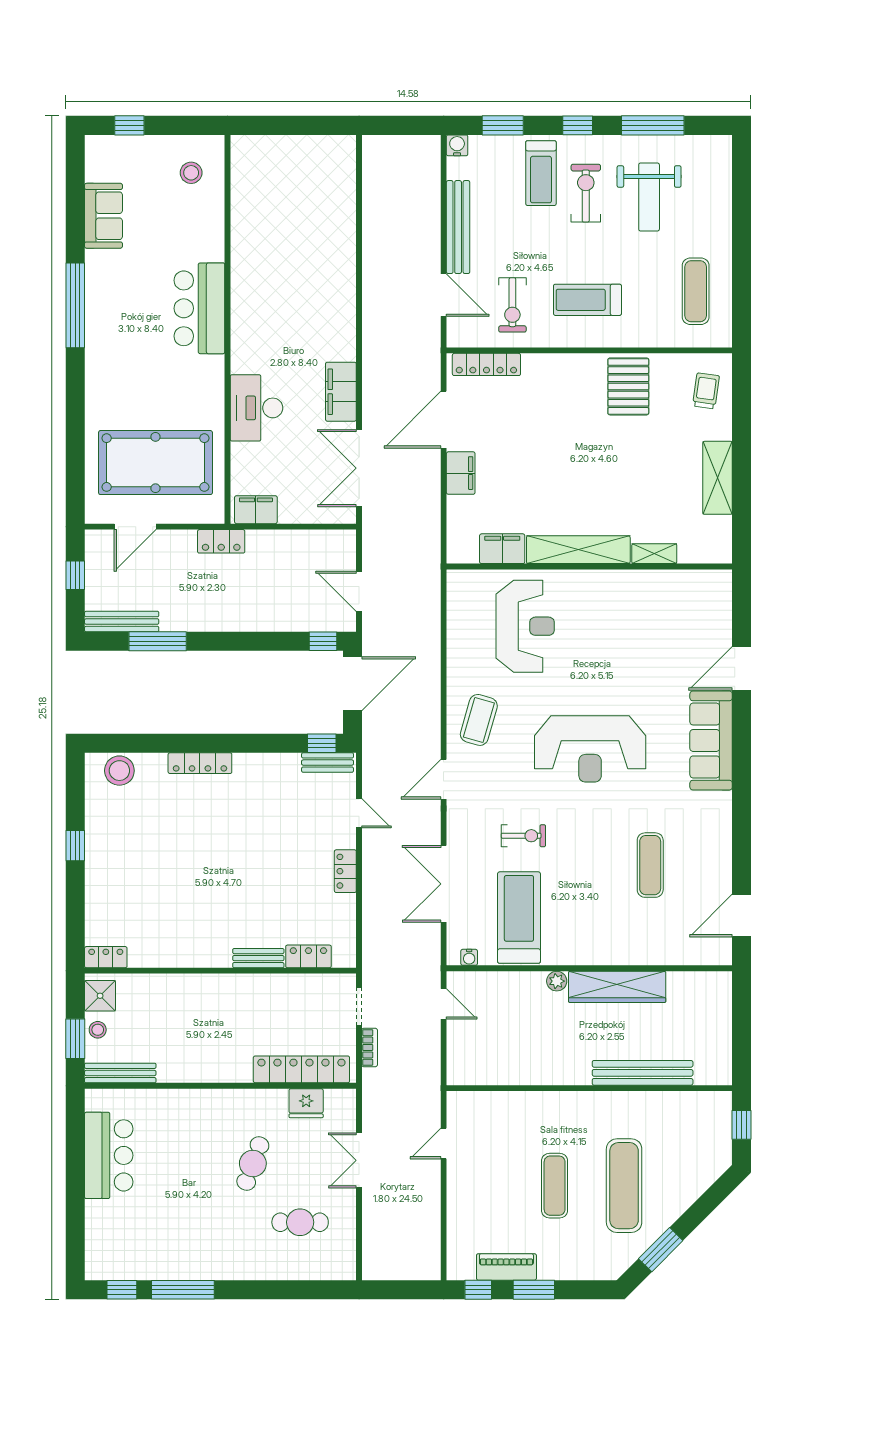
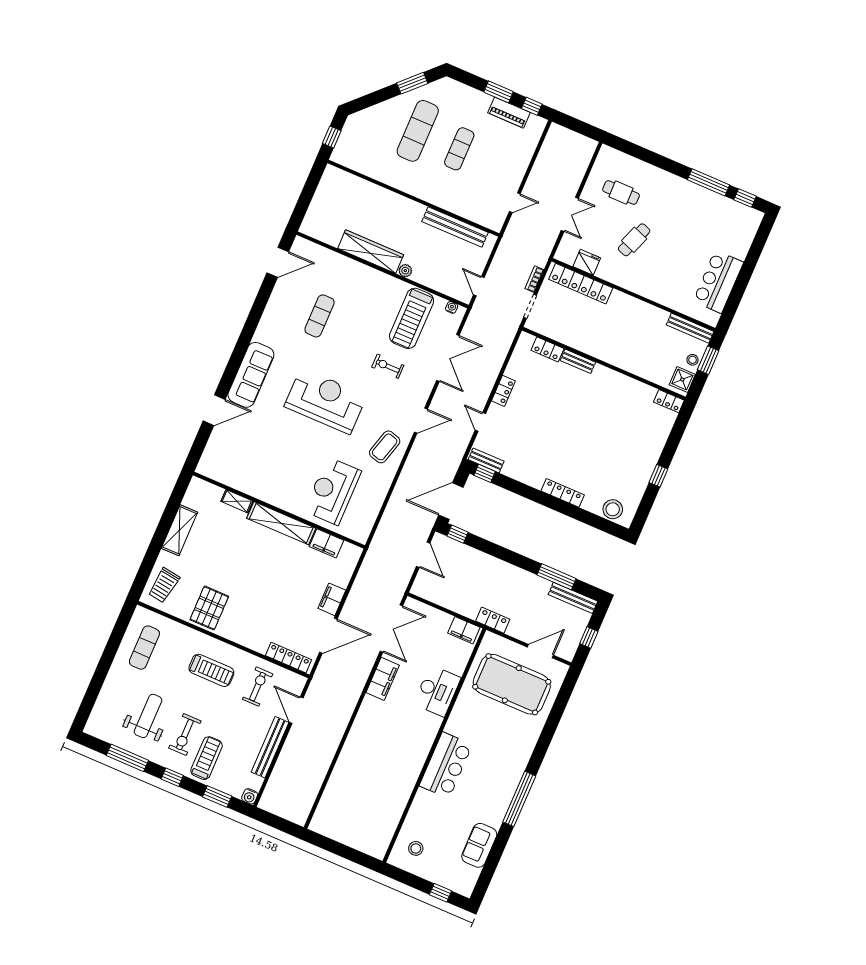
trolley: (706, 391) -> (164, 585), width x1.36, depth x1.39
bench: (643, 1073) -> (455, 227), moved

